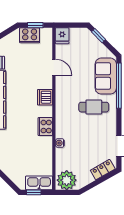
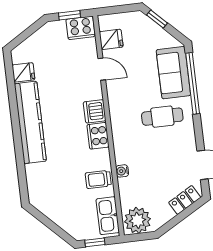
cooker: (30, 35) -> (80, 28), moved
fridge: (62, 36) -> (111, 39), moved, turned -90
cooker: (45, 127) -> (98, 136), moved
trolley: (42, 147) -> (98, 179), added
kitchen sink: (39, 183) -> (108, 216), moved, turned -90

